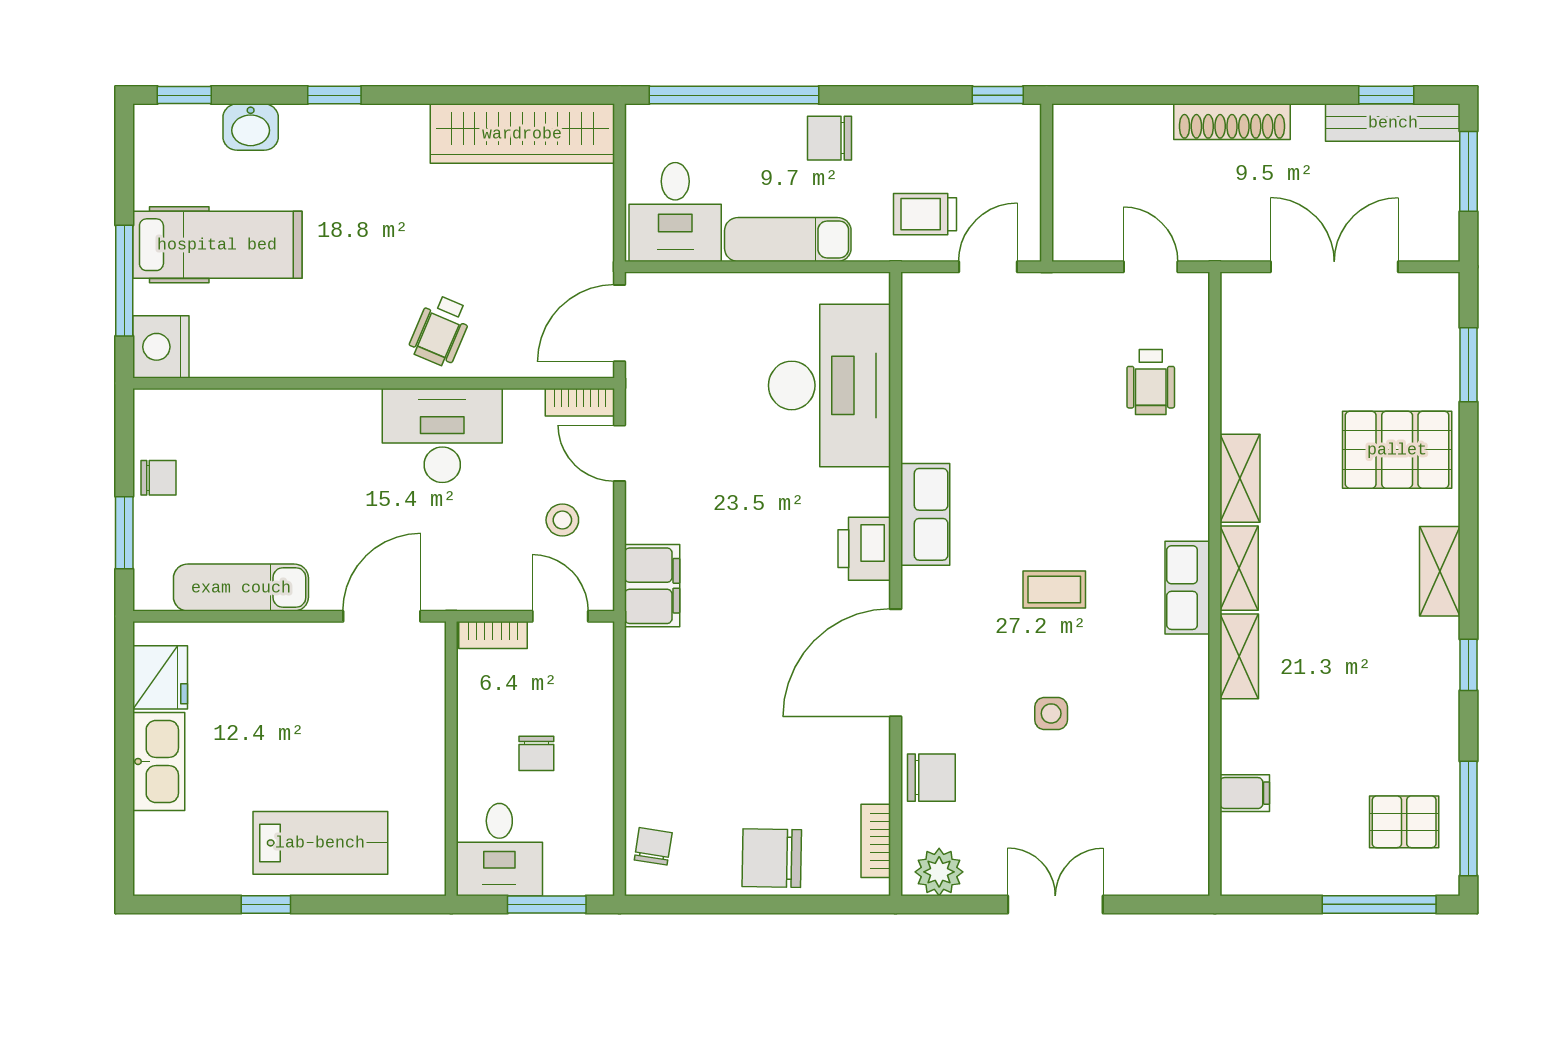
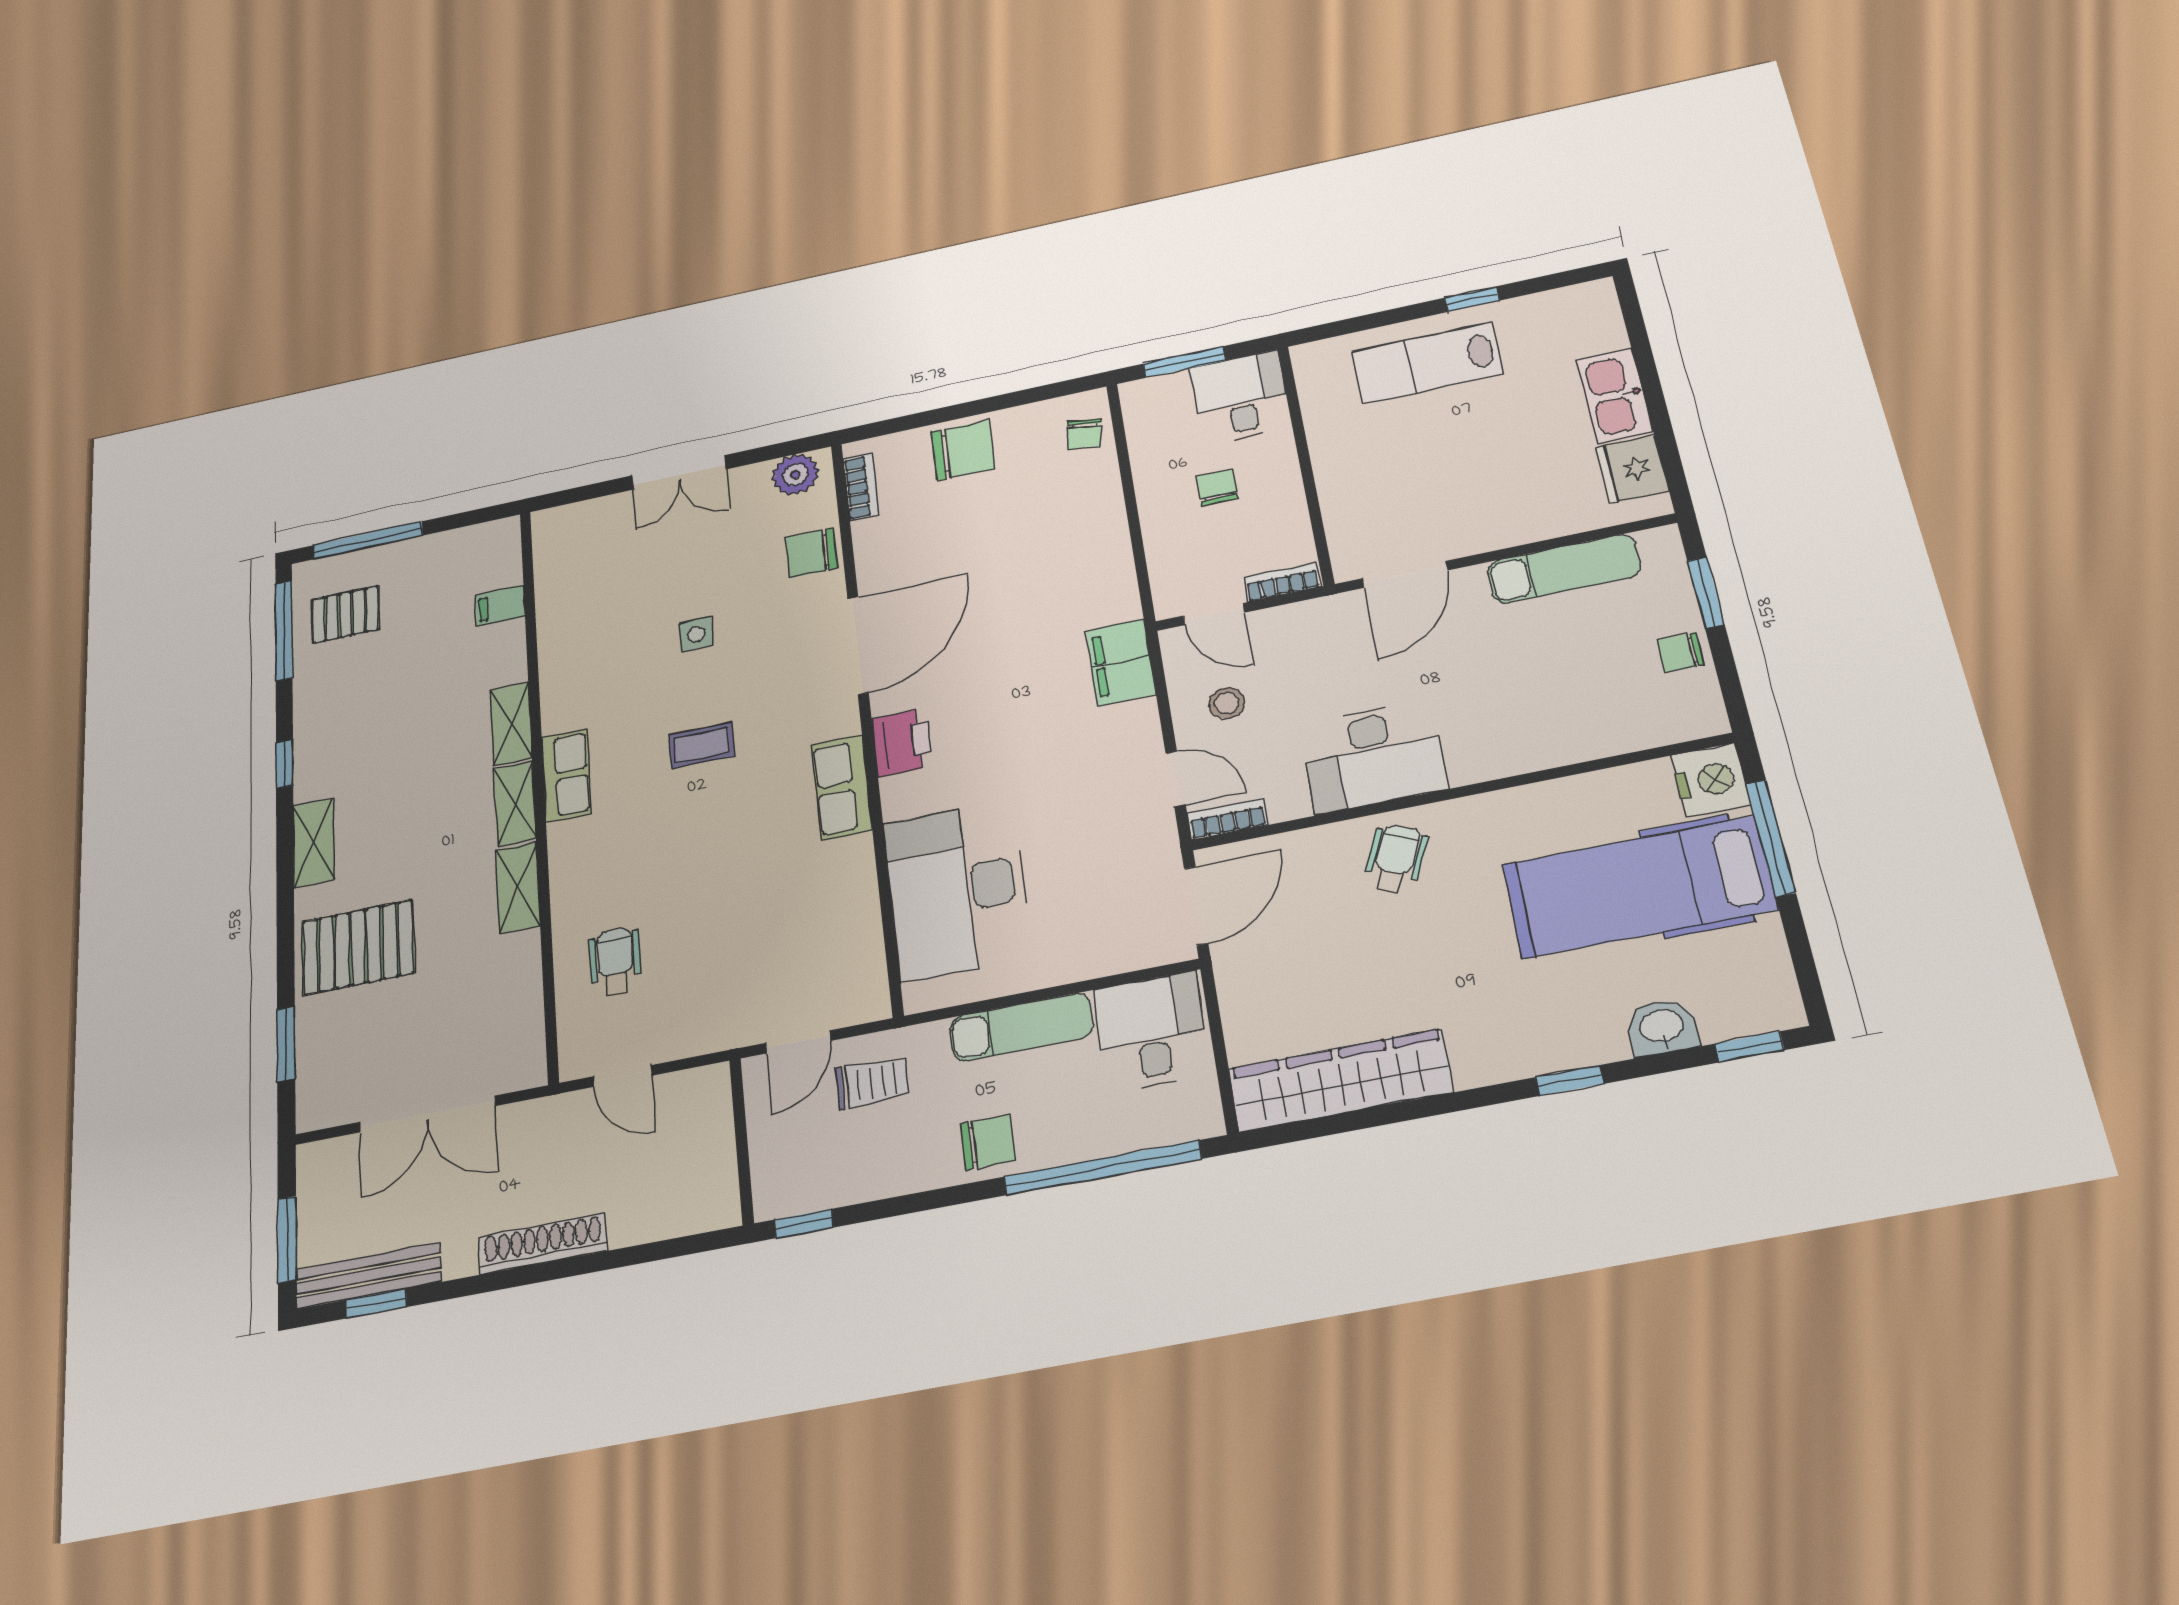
hospital bed: (217, 245) -> (1639, 887), width x1.37, depth x1.29

